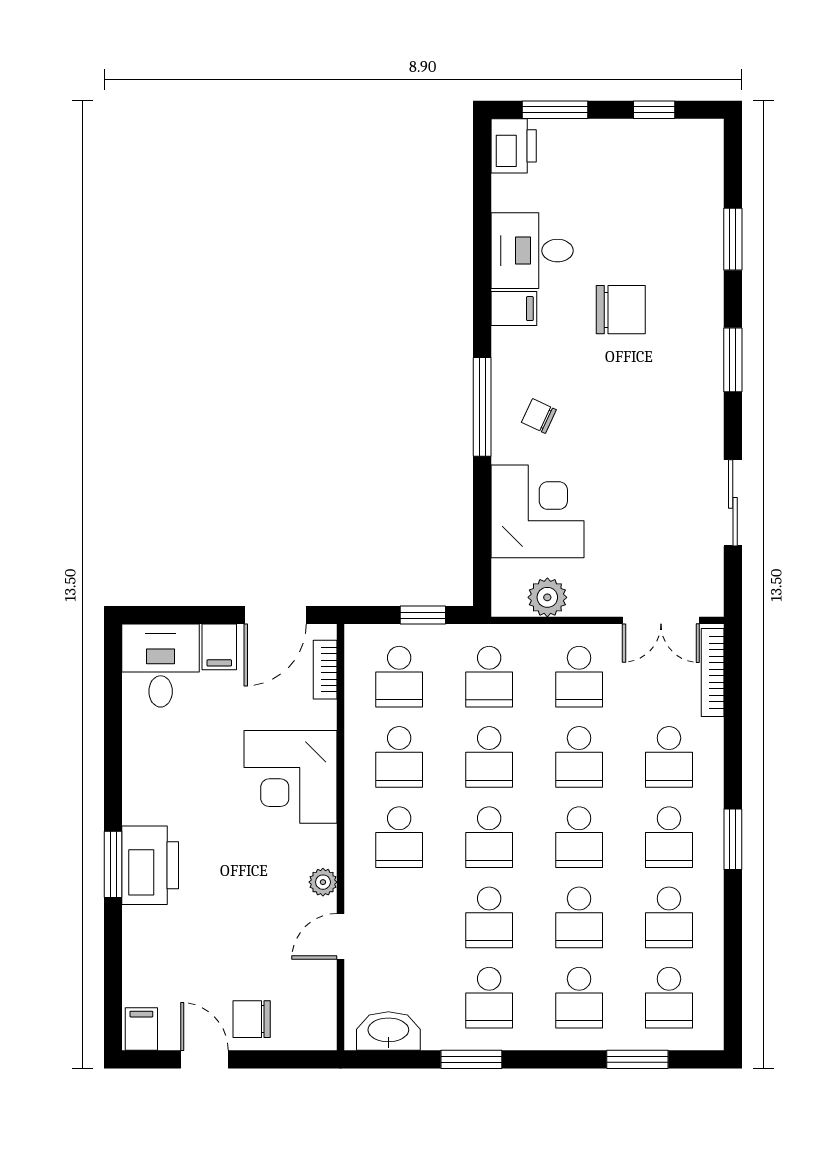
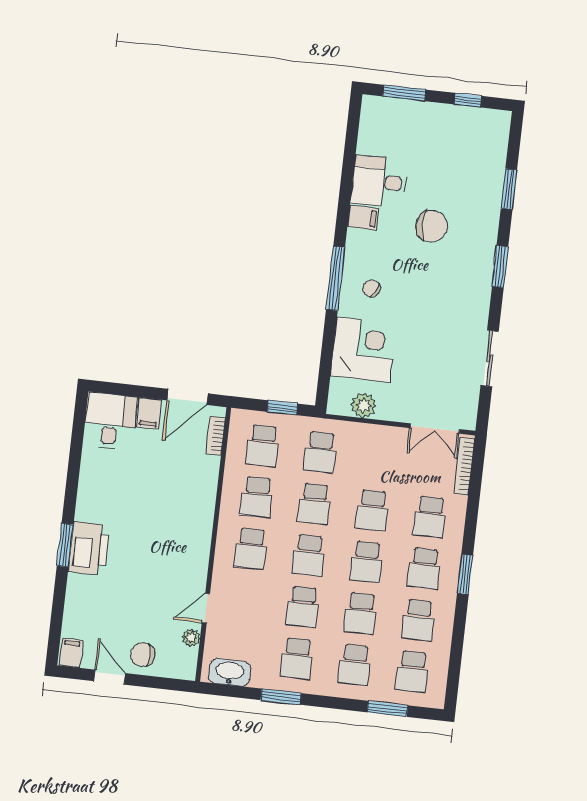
printer: (514, 146) -> (375, 113), removed
school desk: (579, 677) -> (378, 459), removed
corner desk: (291, 777) -> (185, 502), removed
plant: (323, 882) -> (191, 638), moved

